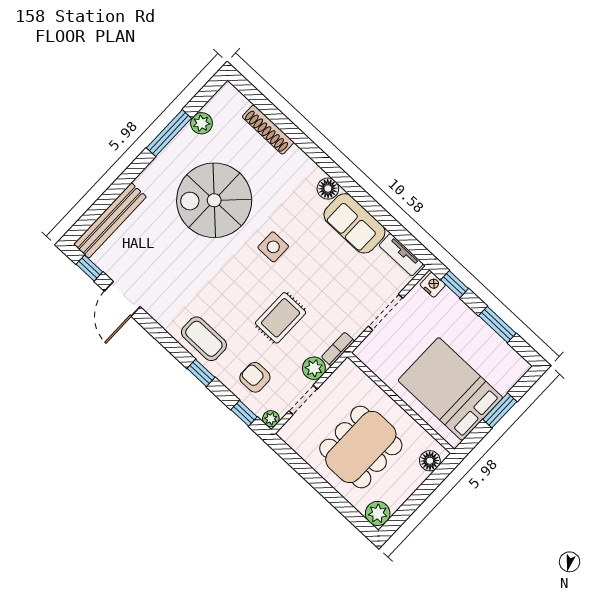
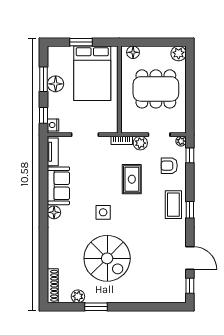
shoe rack: (268, 130) -> (53, 286), moved
window: (169, 133) -> (96, 307), width x0.69
bench: (110, 221) -> (160, 296), removed
door: (122, 299) -> (190, 258), hinge flipped
rug: (281, 318) -> (132, 179), turned 90
floor lamp: (479, 334) -> (56, 84), added
window: (201, 373) -> (190, 210), moved
armchair: (255, 377) -> (169, 166), turned 90

